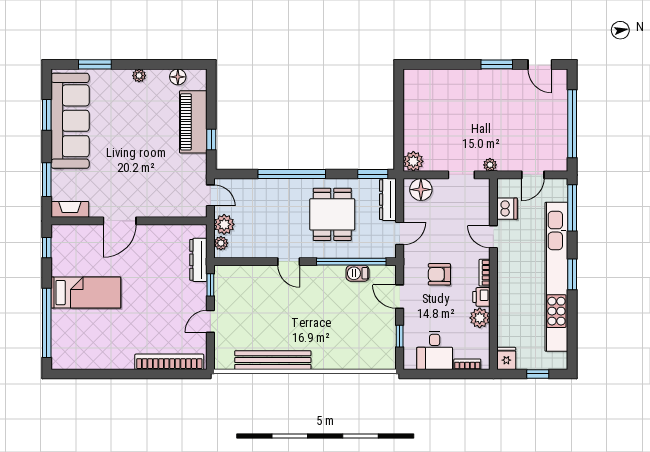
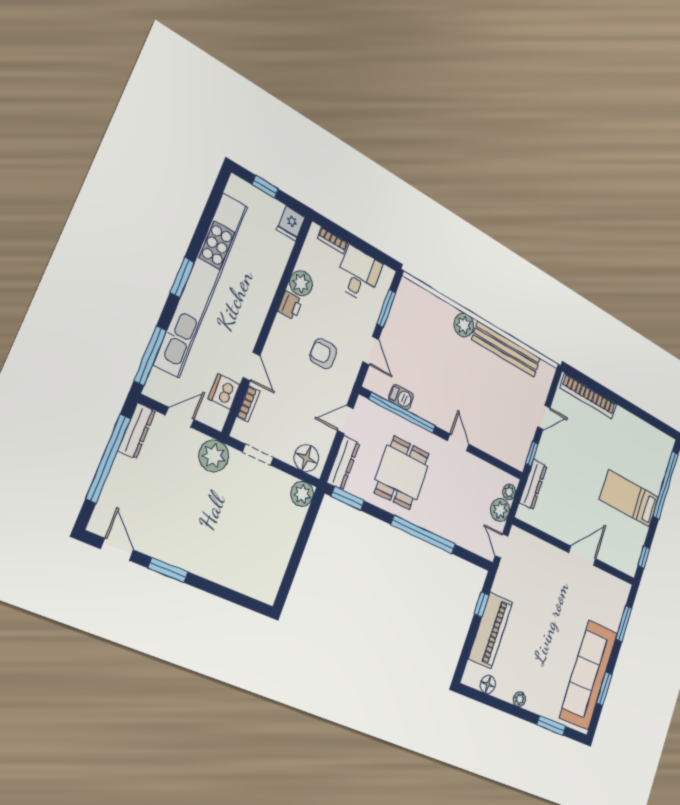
dresser: (560, 152) -> (137, 431), added
plant: (490, 165) -> (214, 456), width x1.88, depth x1.88
fireplace: (70, 209) -> (616, 586), removed
bookcase: (485, 273) -> (248, 404), moved
armchair: (439, 274) -> (323, 354), turned 180
window: (400, 336) -> (386, 308), width x1.50
plant: (323, 359) -> (464, 325), added

